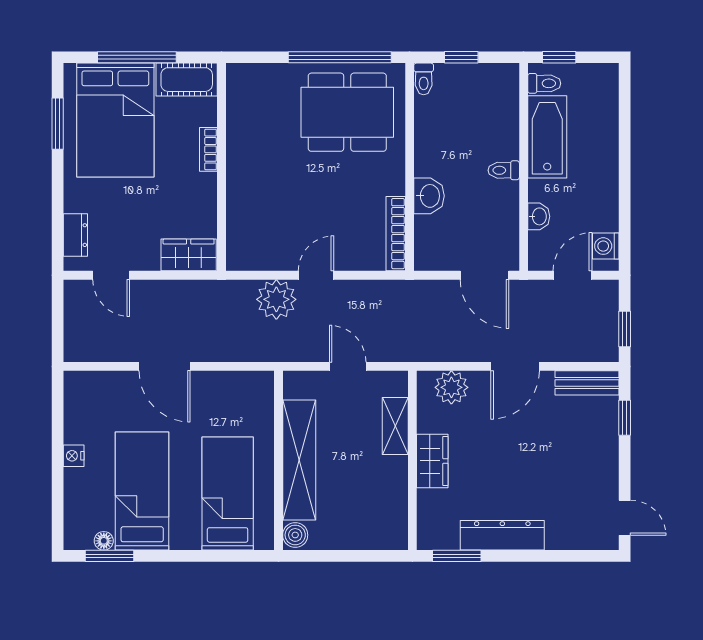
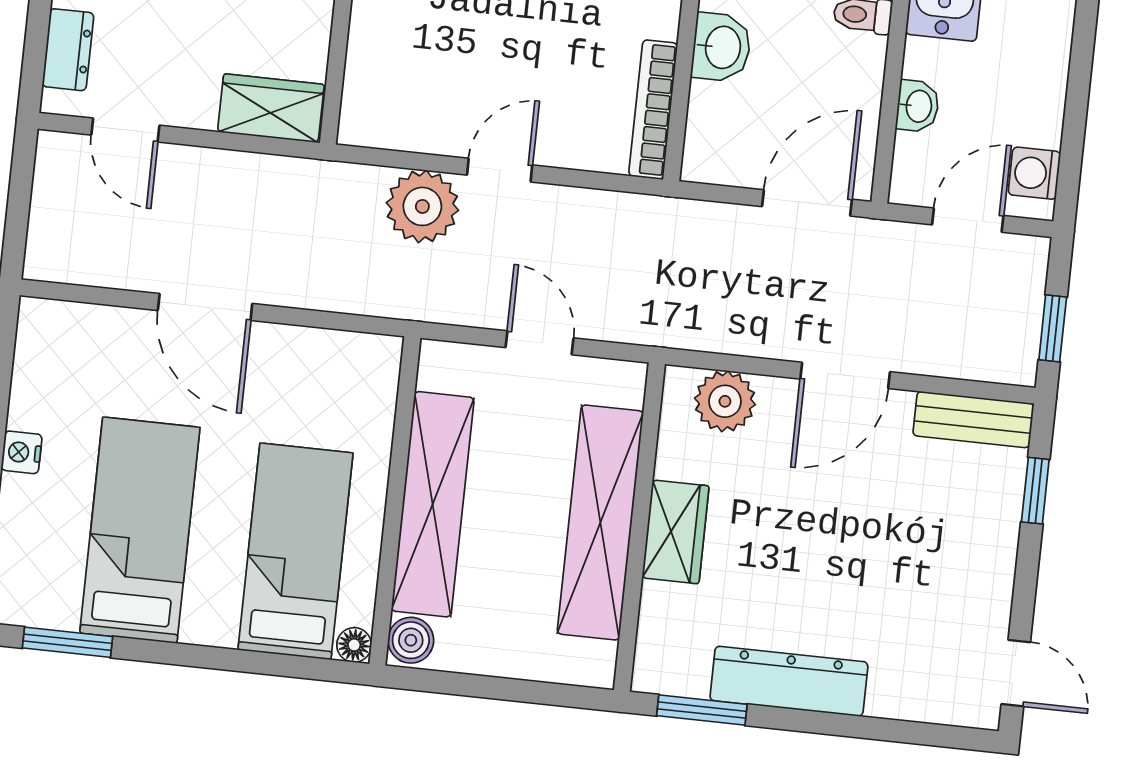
door: (484, 275) -> (807, 203), swing flipped
shelving: (395, 426) -> (600, 522), width x2.20, depth x1.33
floor lamp: (104, 541) -> (354, 645), moved

